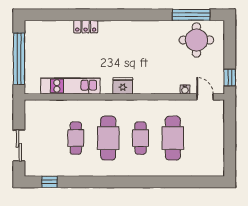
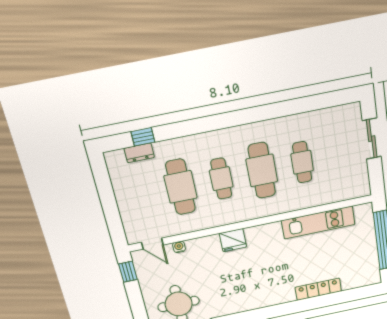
locker: (86, 27) -> (318, 289), width x1.53
fridge: (123, 86) -> (233, 240), moved
dresser: (197, 171) -> (139, 153), added
window: (50, 182) -> (143, 137), moved

